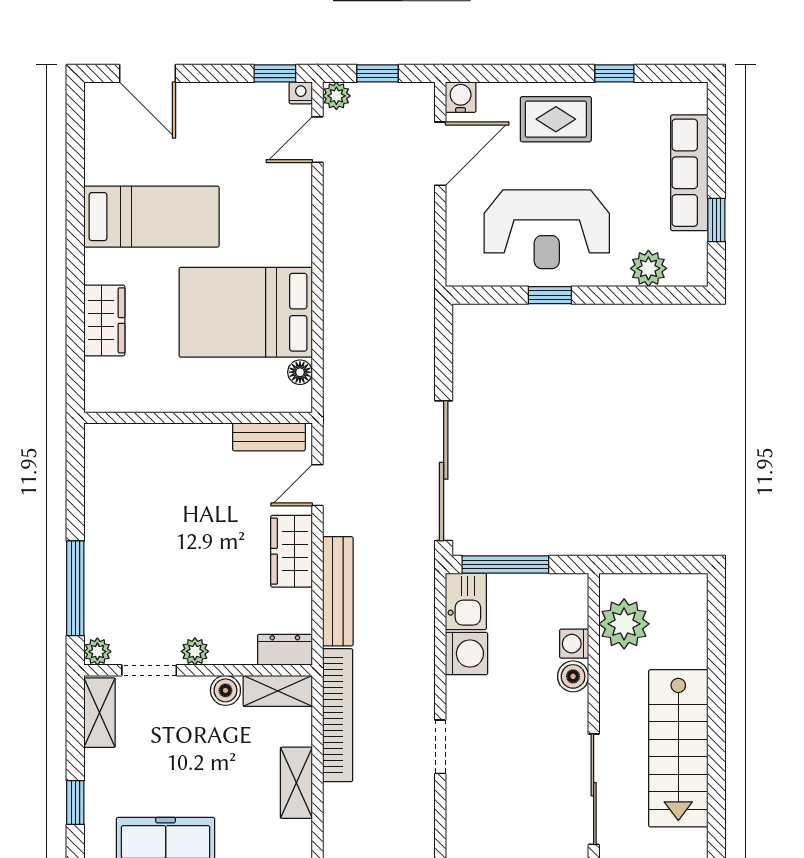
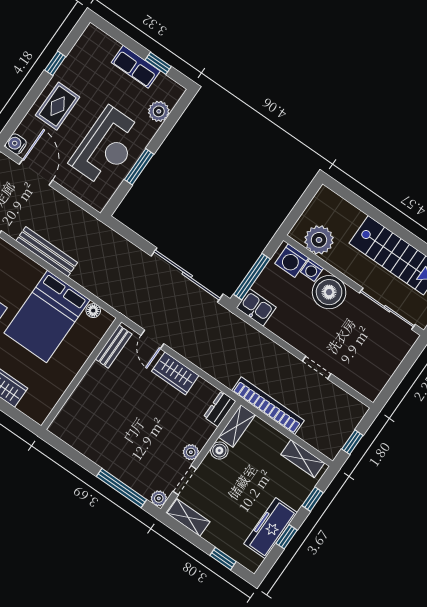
row of seats: (689, 173) -> (136, 67), width x0.68
window: (550, 295) -> (139, 167), width x1.50
bench: (338, 591) -> (47, 252), moved
washing machine: (467, 654) -> (292, 261), moved, turned 180
boiler: (573, 676) -> (329, 292), width x1.86, depth x1.86
shelving: (296, 783) -> (303, 459), moved

